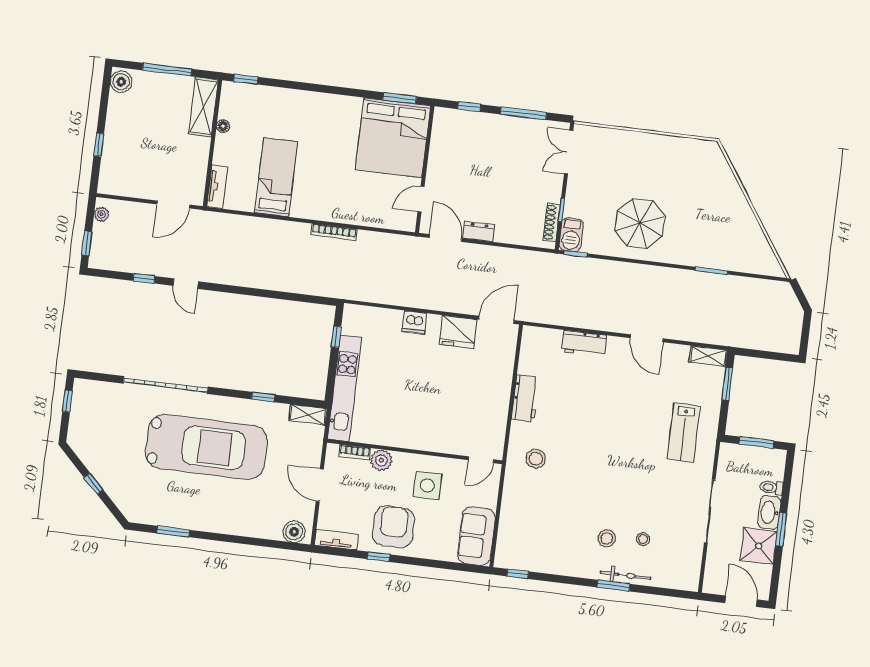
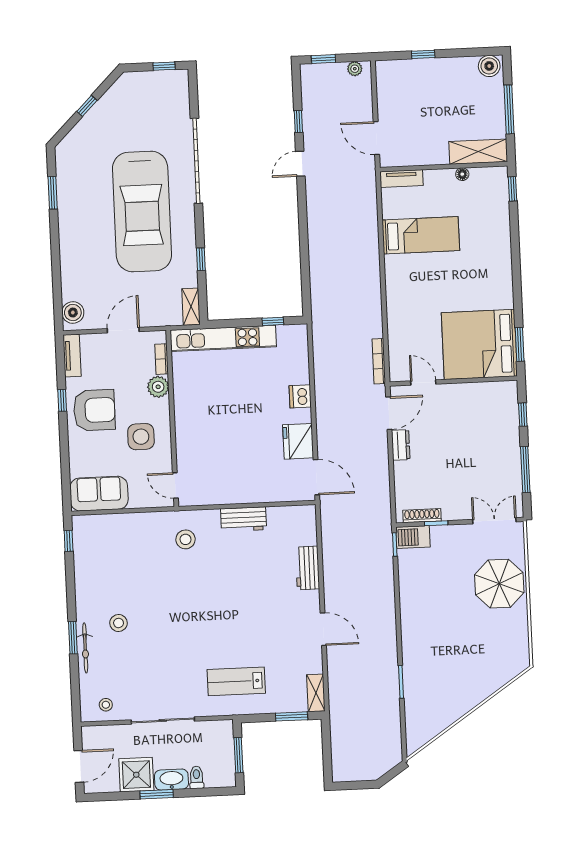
parasol: (640, 223) -> (499, 584), moved
bookcase: (334, 232) -> (379, 361), moved
door: (647, 338) -> (323, 629), swing flipped
stool: (643, 539) -> (106, 705), moved

